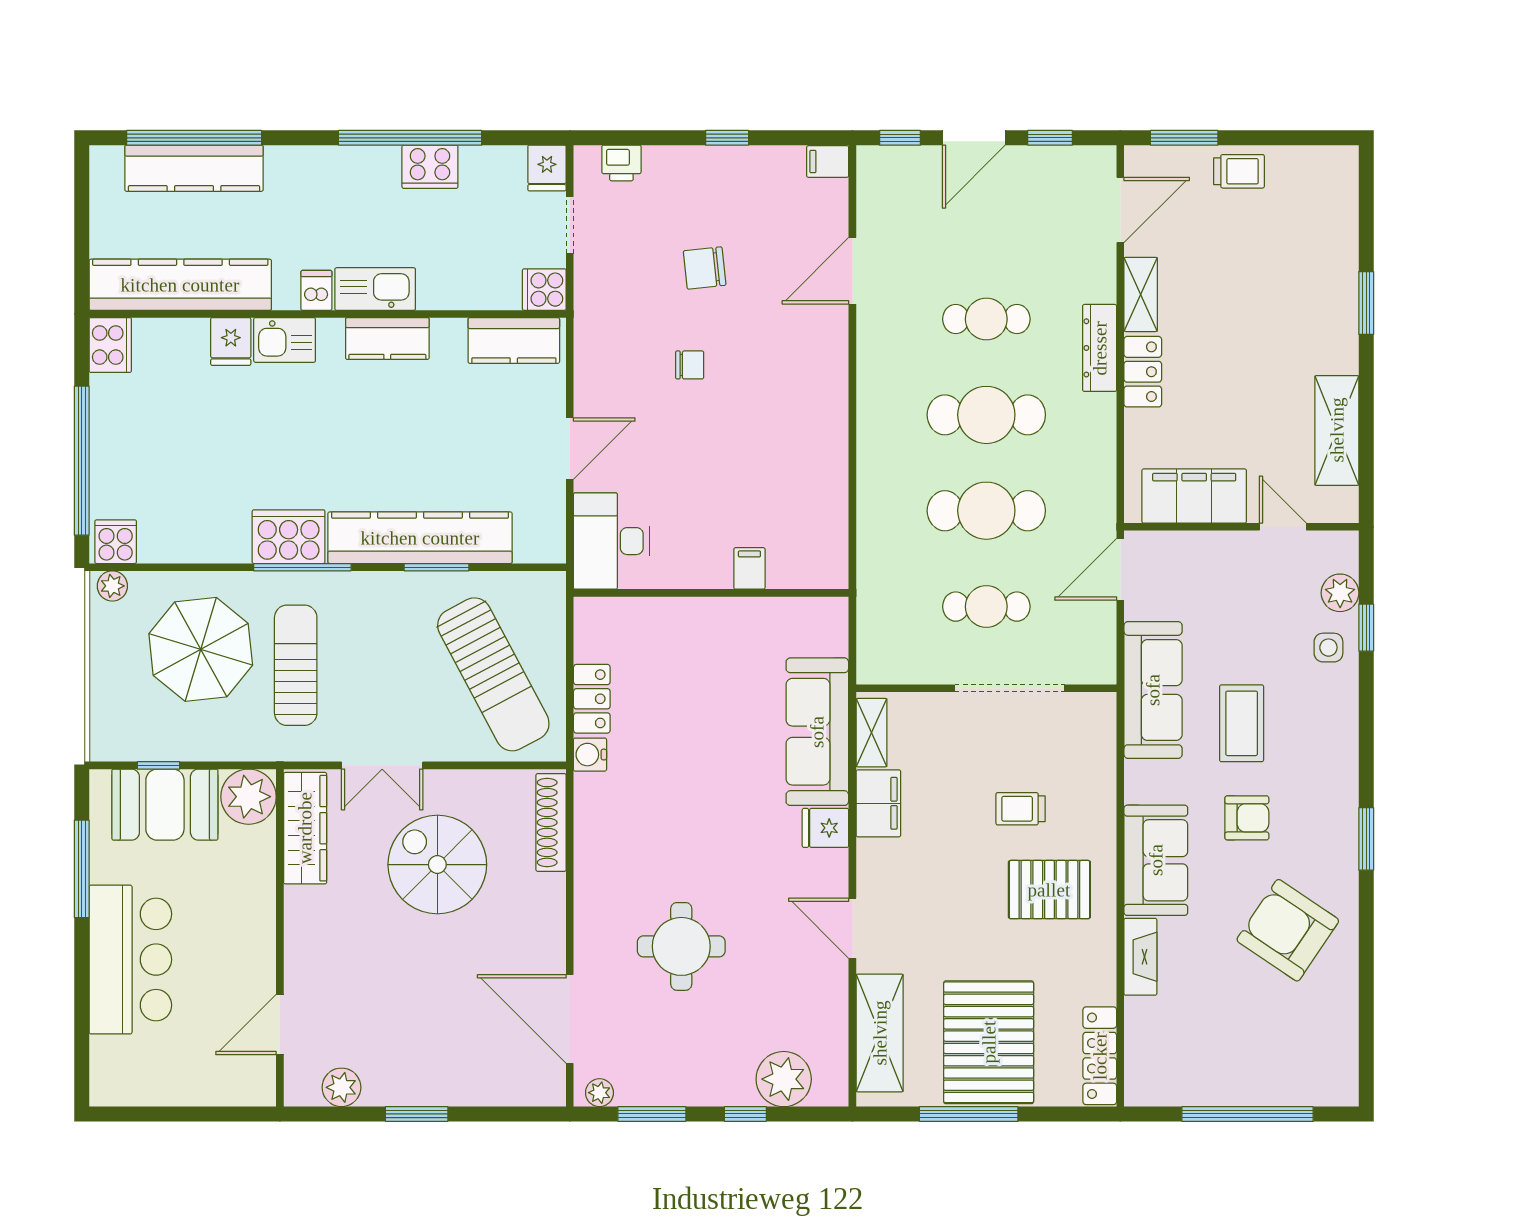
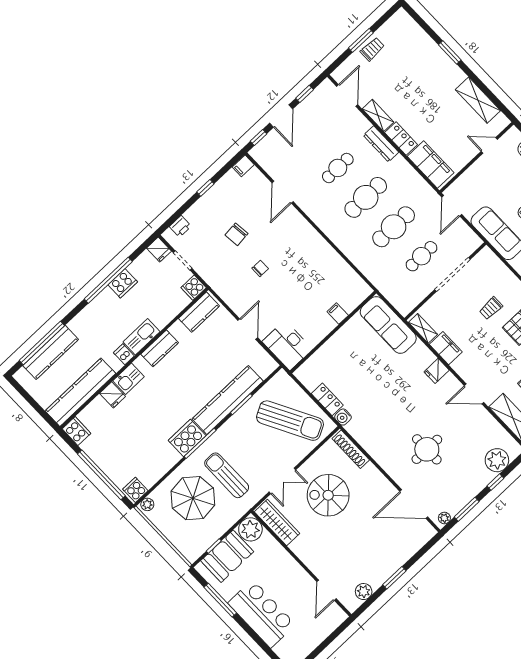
window: (1184, 138) -> (361, 40), moved
filing cabinet: (1194, 496) -> (431, 165), moved, turned 90
sofa: (817, 732) -> (388, 325), moved

